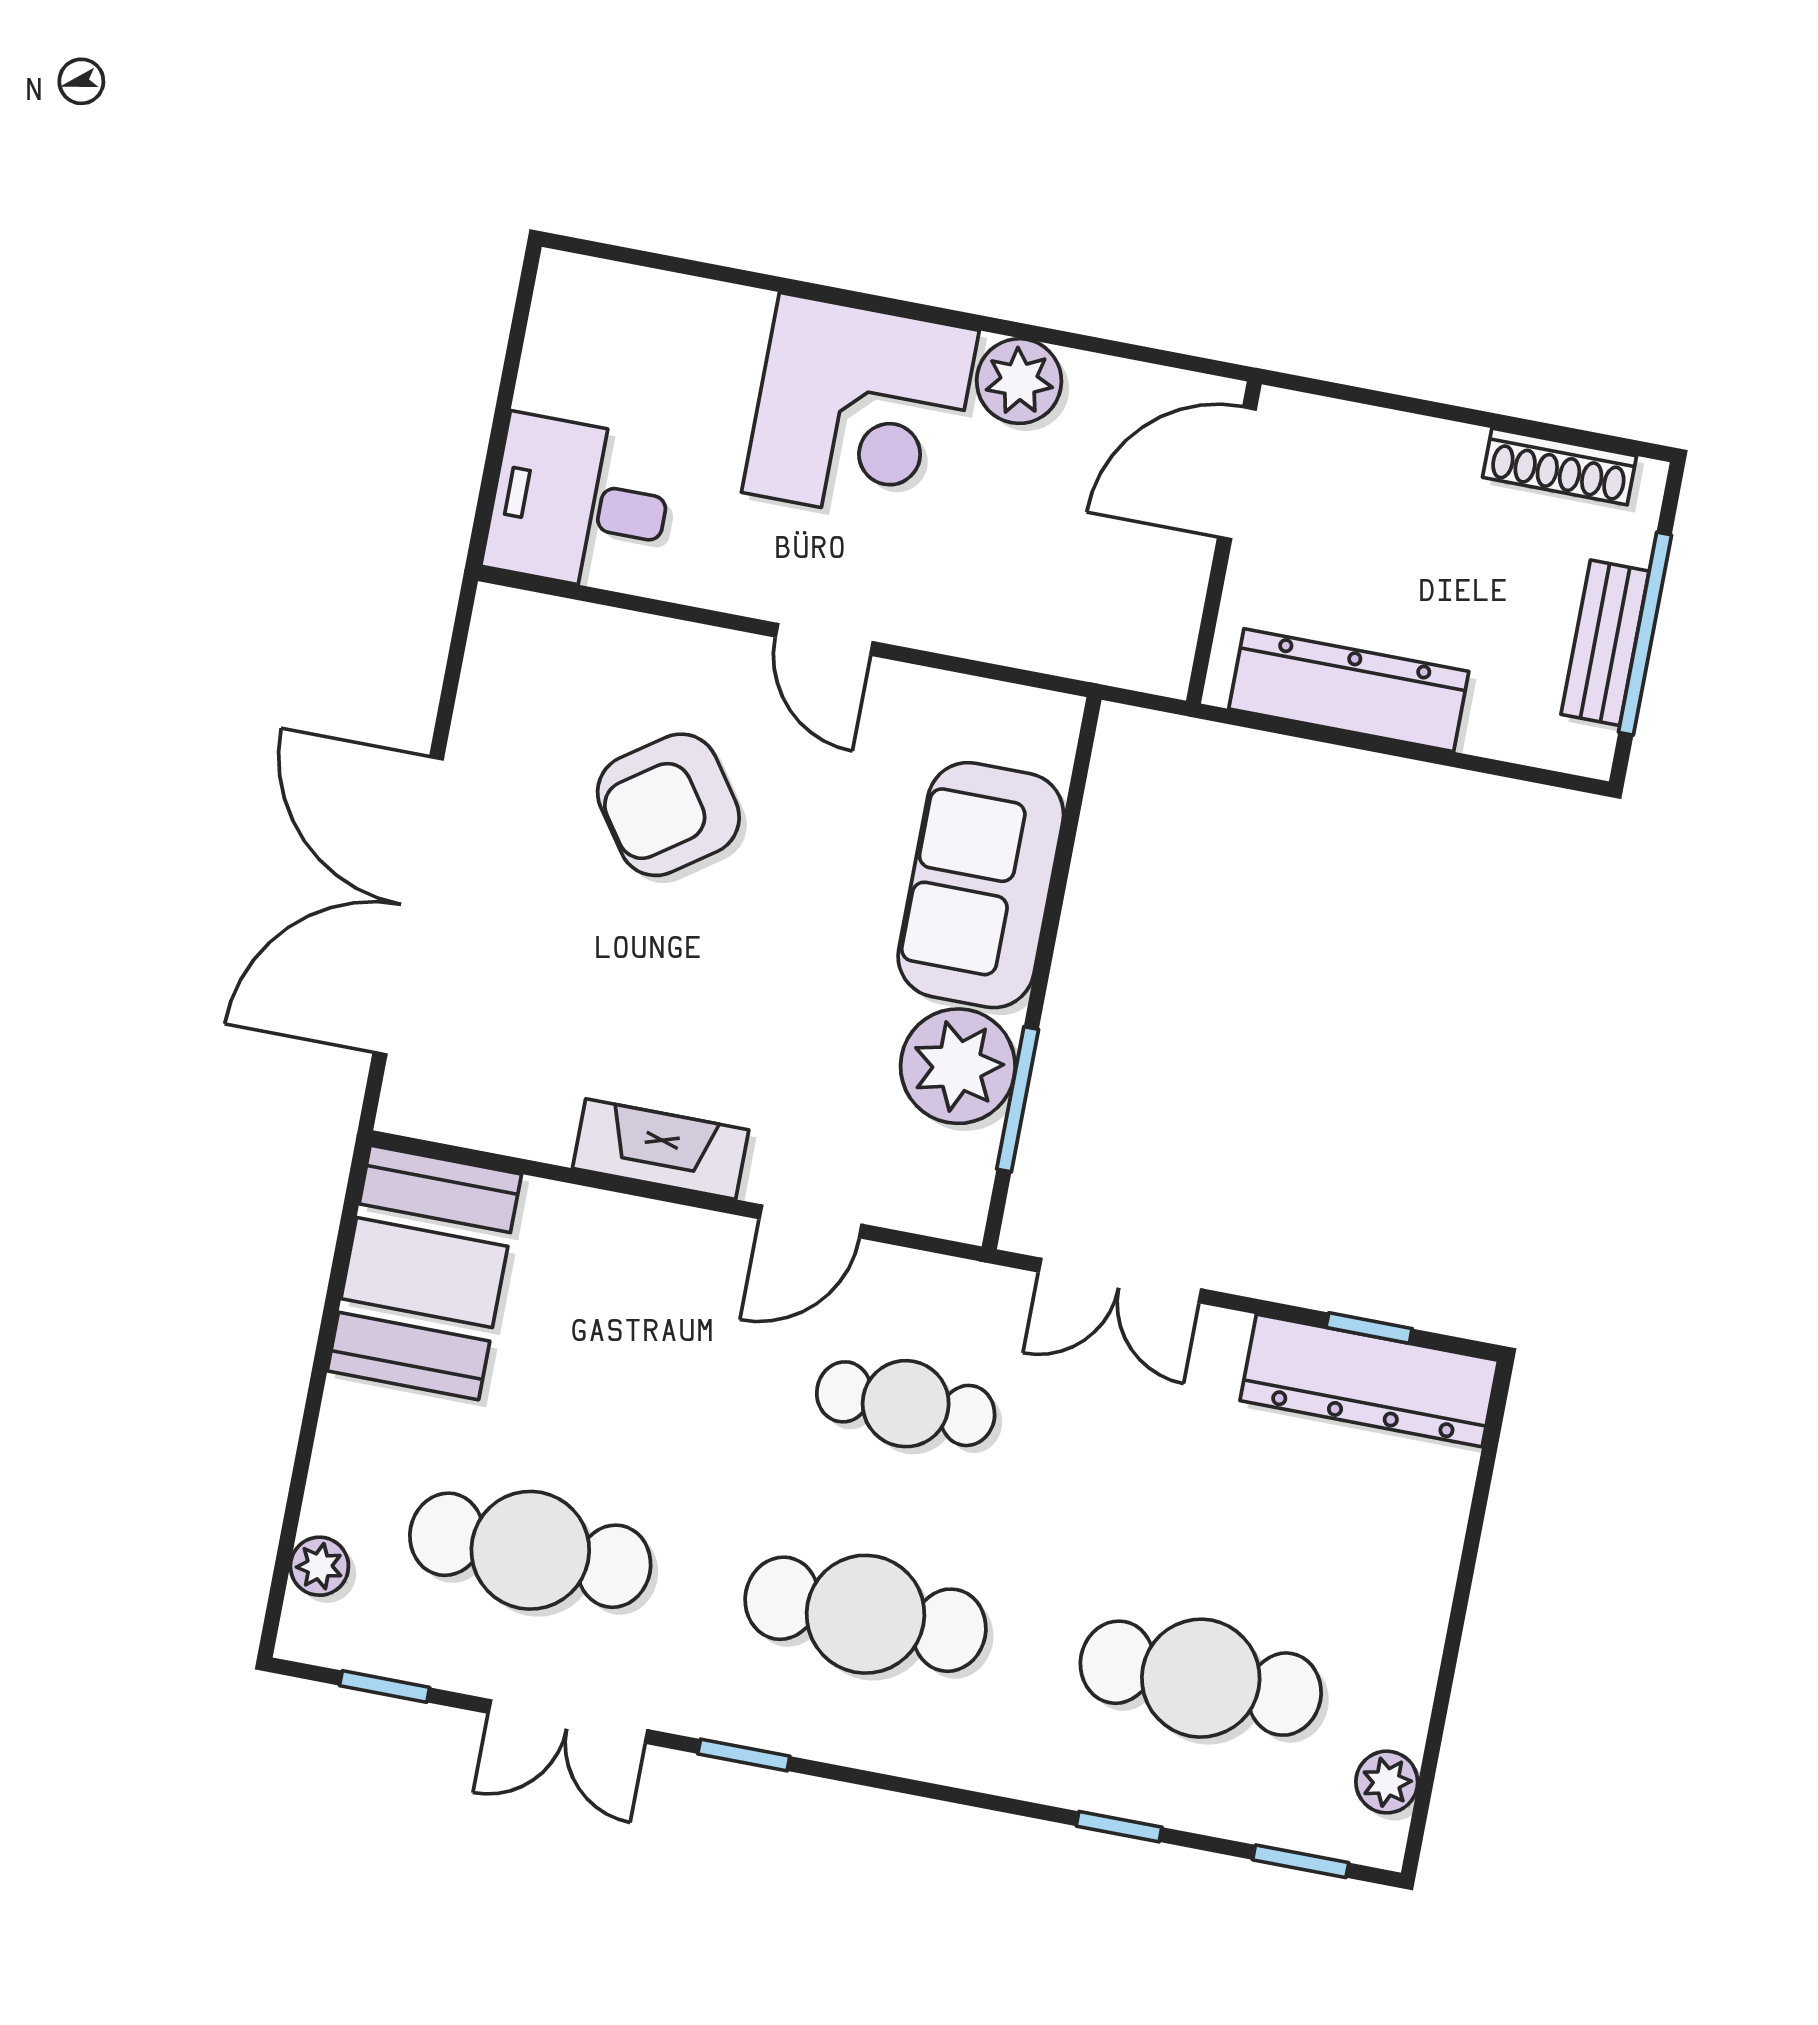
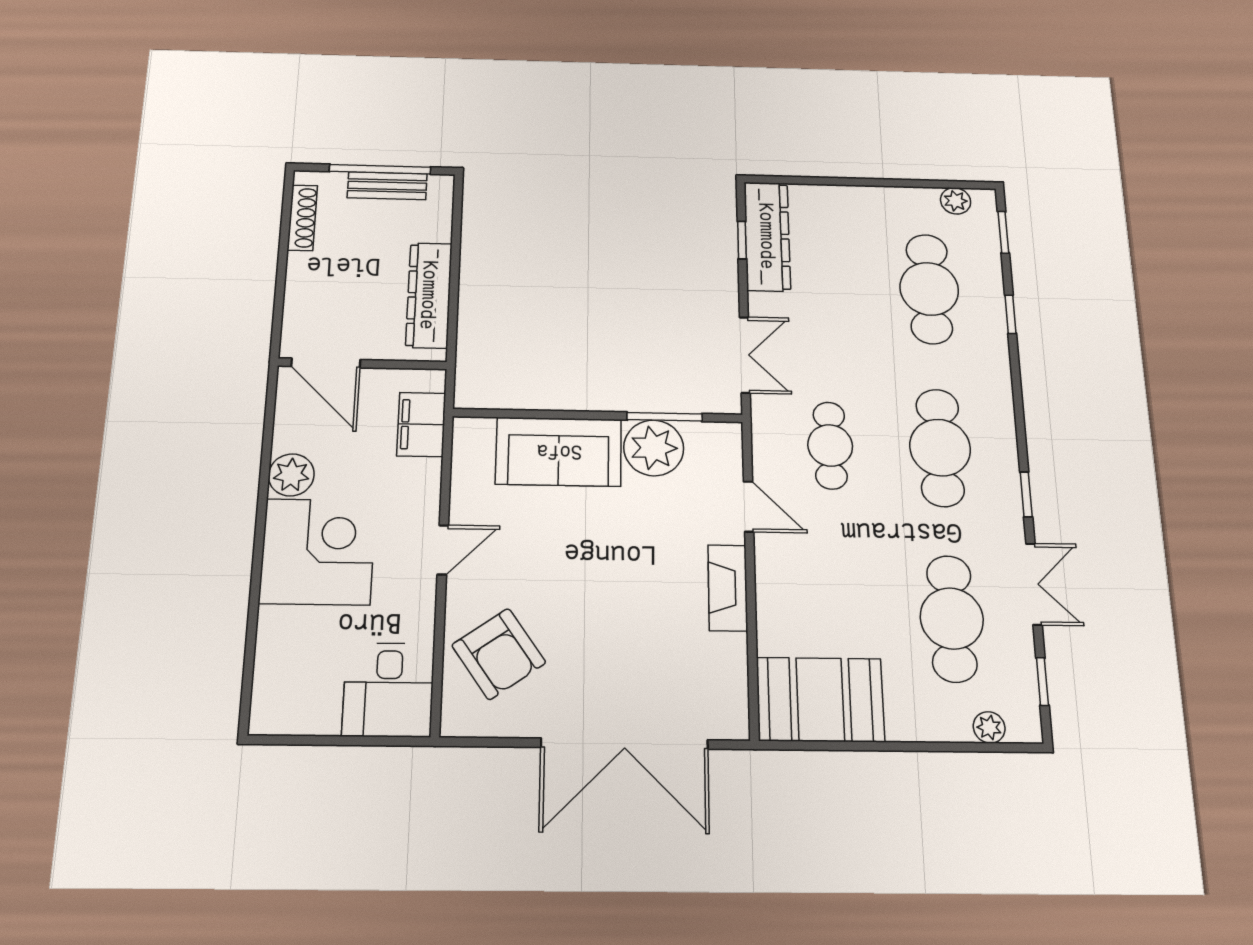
filing cabinet: (1080, 636) -> (421, 424), added
armchair: (668, 805) -> (499, 654), moved

